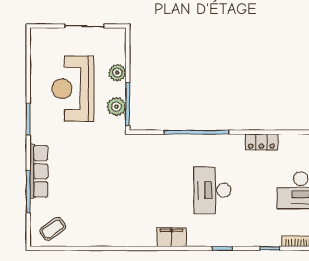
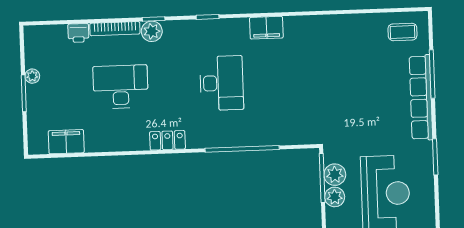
plant: (117, 73) -> (335, 197), moved
row of seats: (39, 171) -> (421, 98), width x1.36
coffee table: (53, 229) -> (403, 32), turned 35
plant: (272, 238) -> (152, 31), added

